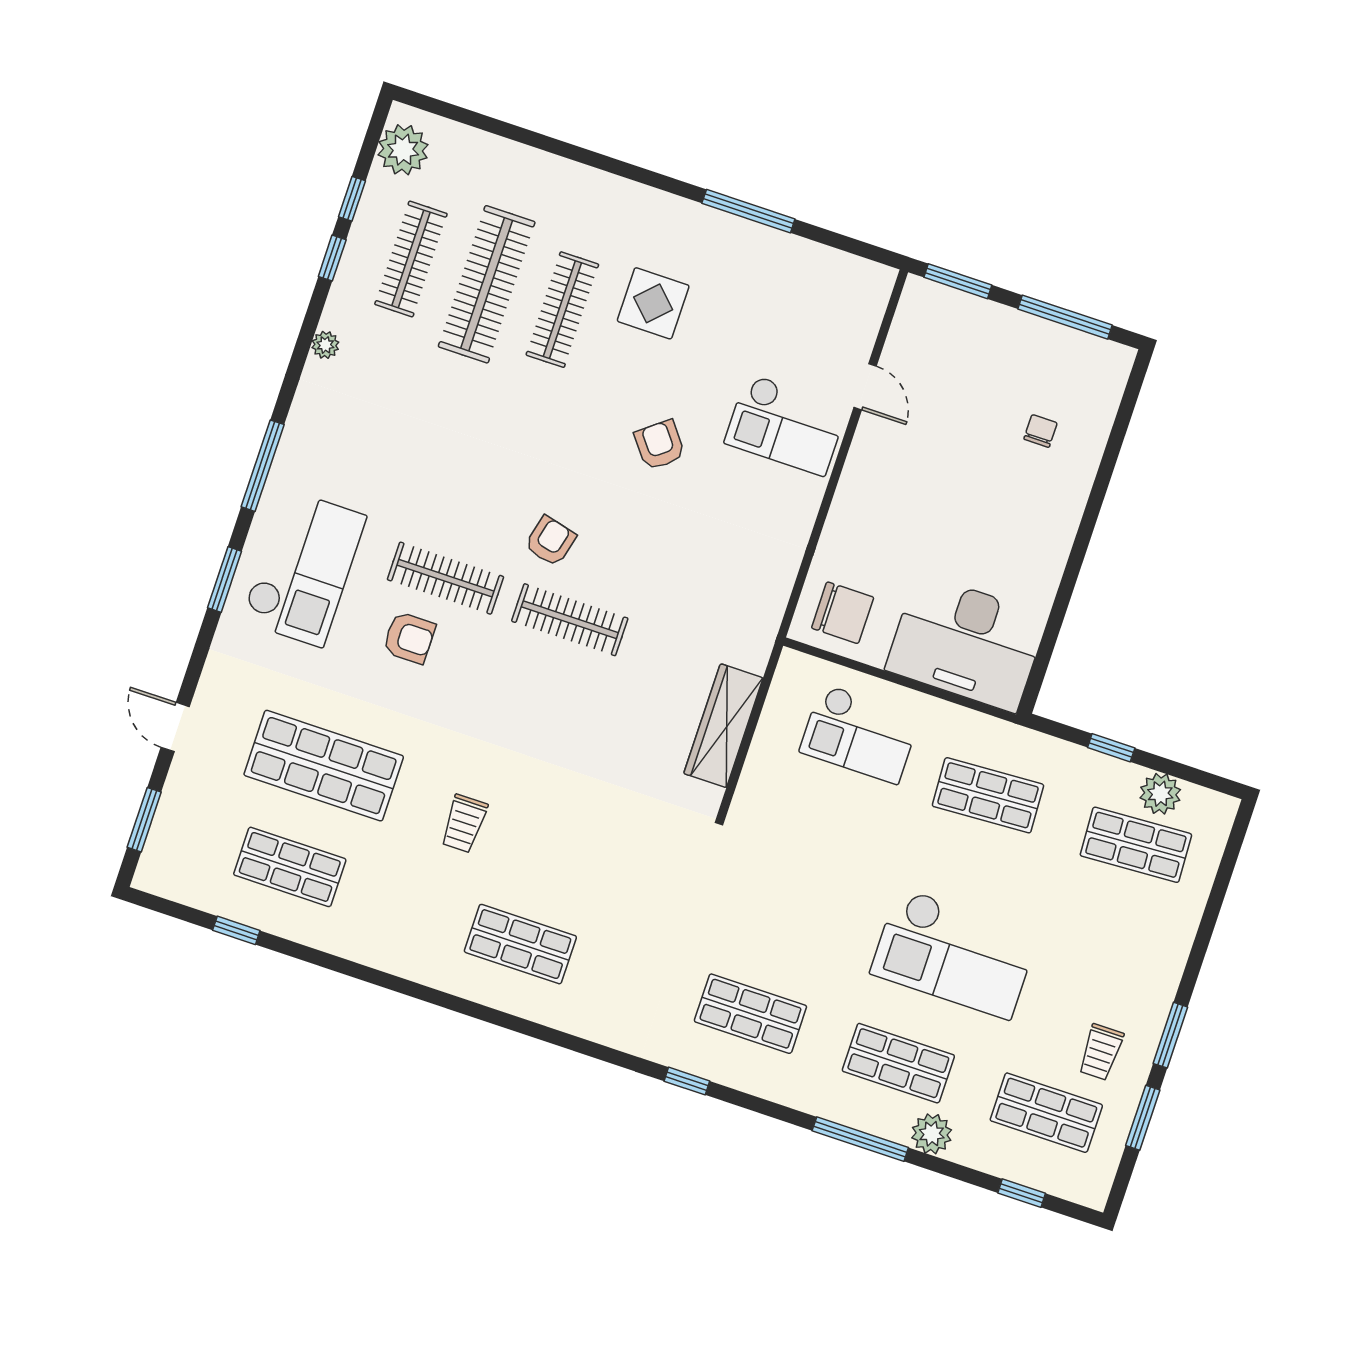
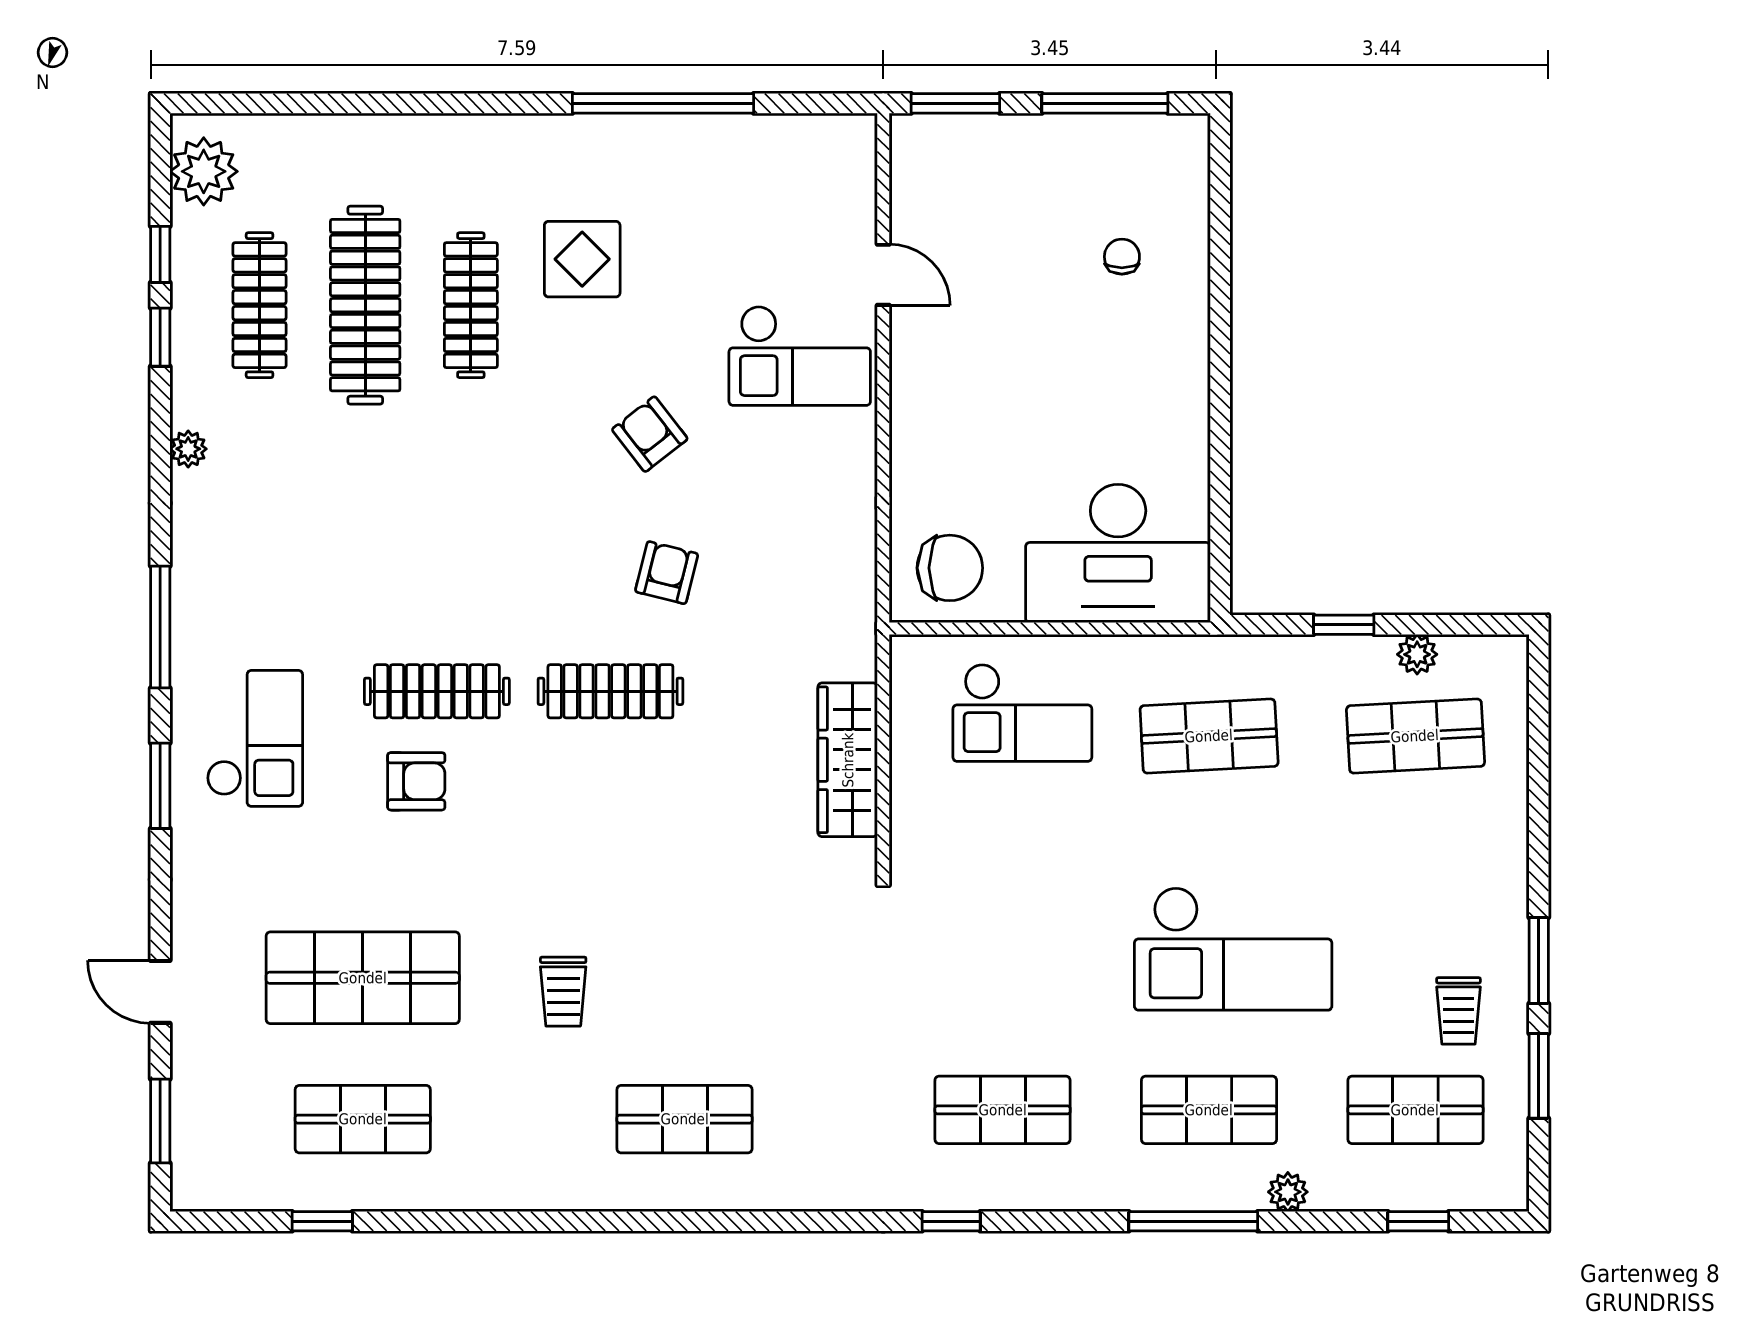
window: (748, 211) -> (663, 103), width x1.46
armchair: (550, 541) -> (667, 573), moved
checkout: (304, 568) -> (255, 738), width x0.73, depth x0.83
plant: (1160, 794) -> (1417, 654), width x0.73, depth x0.73
plant: (932, 1134) -> (1288, 1192), width x0.73, depth x0.73

